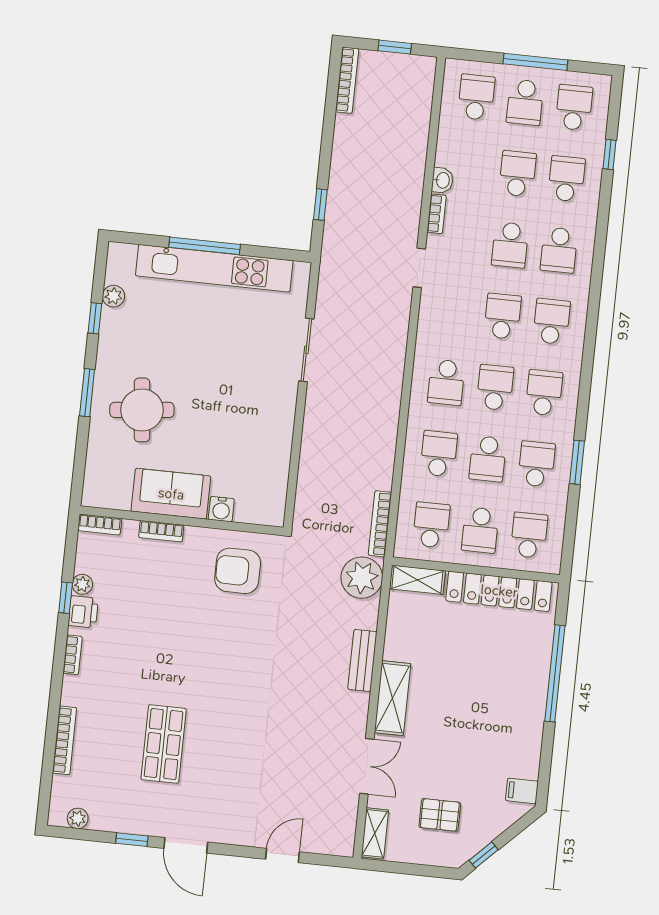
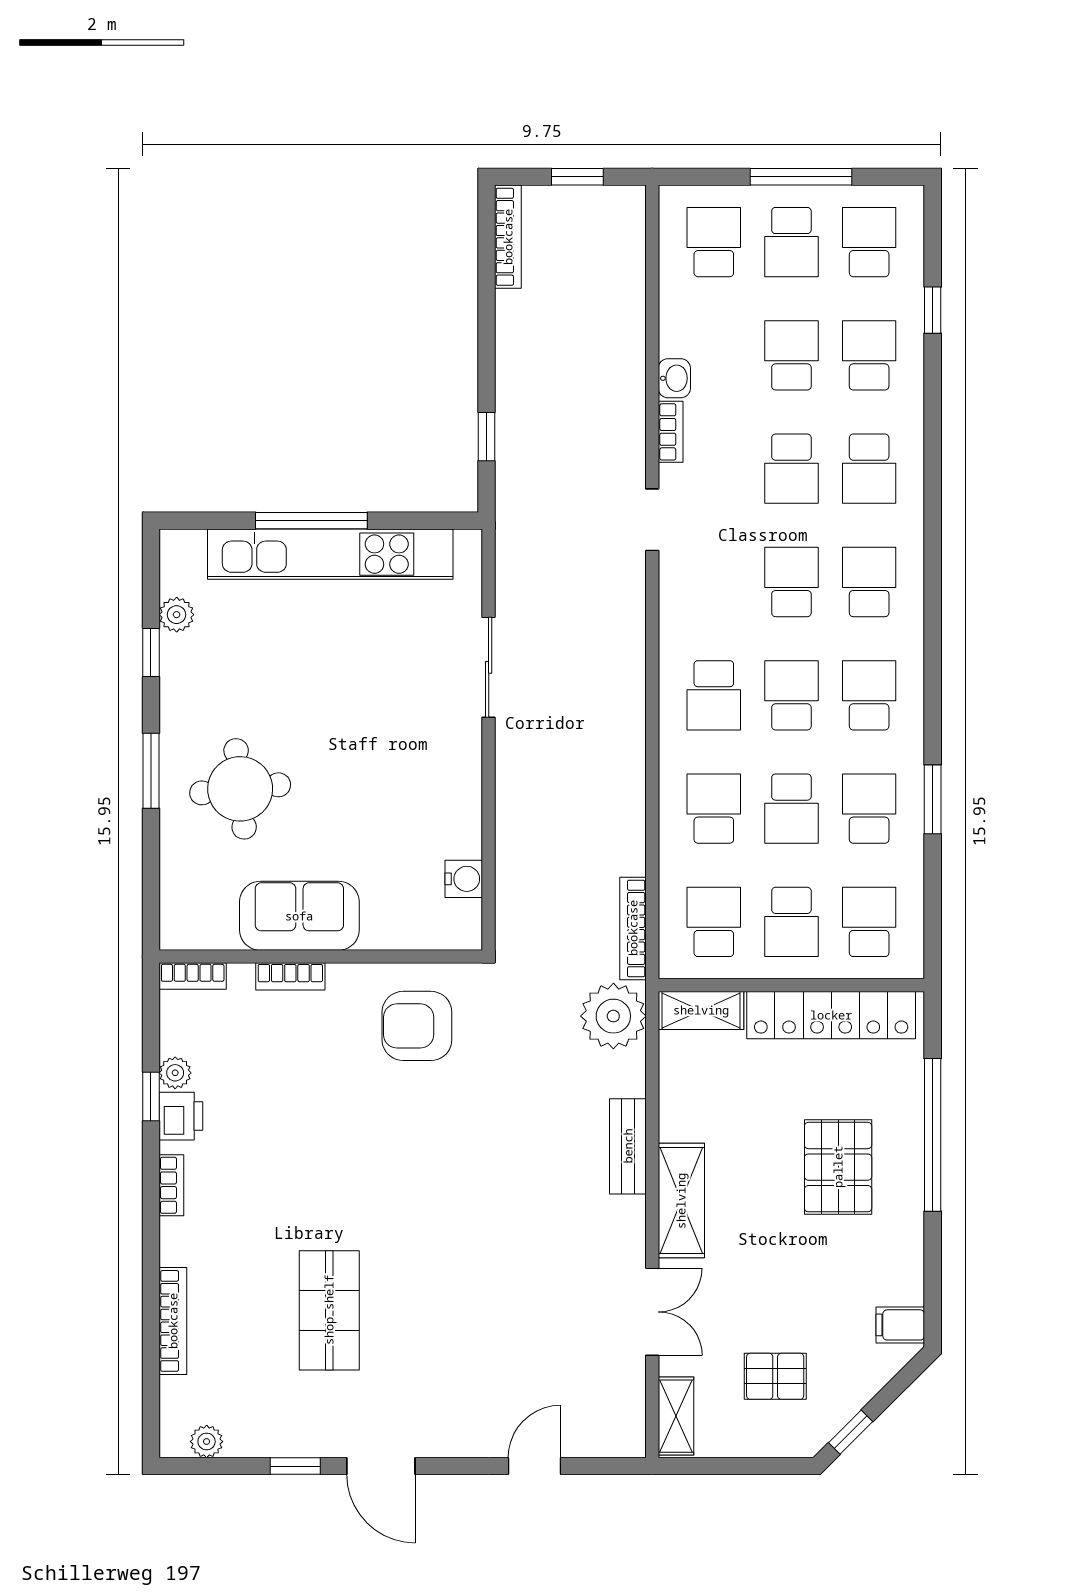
water cooler: (221, 509) -> (464, 879), moved, turned -90
pallet: (493, 687) -> (838, 1167), added

